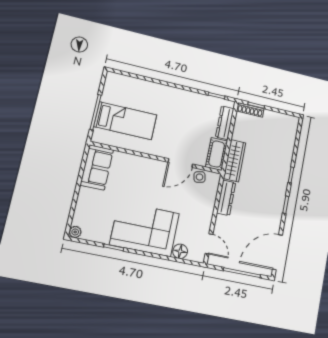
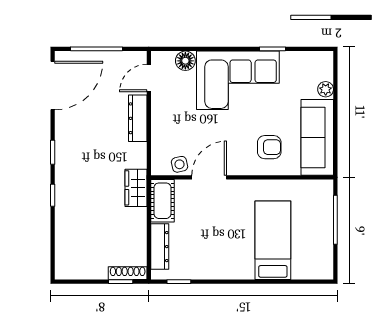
bed: (125, 121) -> (273, 240), moved, turned 90
wardrobe: (235, 161) -> (136, 188), width x0.67
sofa: (97, 167) -> (317, 137), width x1.36
armchair: (132, 175) -> (269, 147), added
dresser: (226, 198) -> (138, 118), moved
plant: (75, 232) -> (326, 89), moved
door: (209, 244) -> (149, 78), hinge flipped

